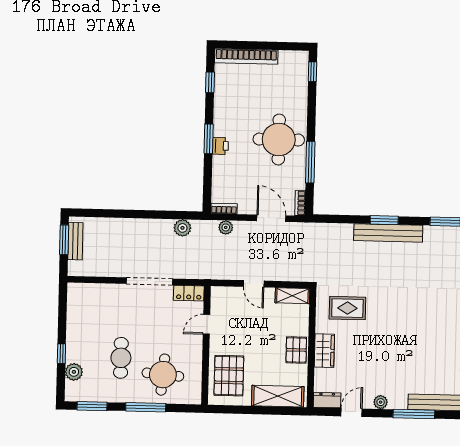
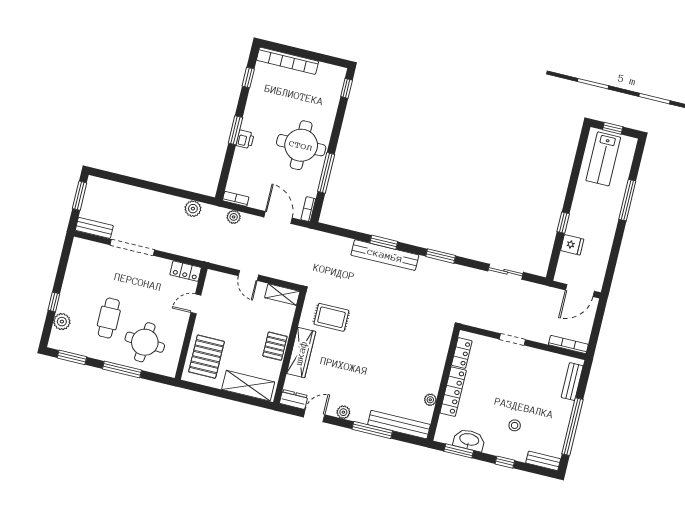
bench: (75, 241) -> (94, 228), moved, turned 90
doorway: (149, 281) -> (132, 247), moved
wardrobe: (324, 351) -> (301, 353), width x1.50

